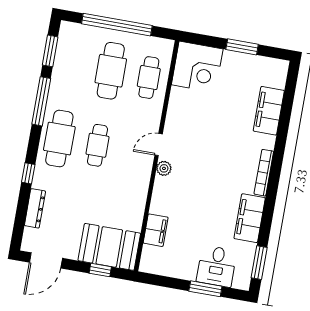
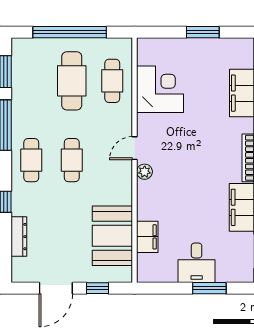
corner desk: (197, 67) -> (160, 89), moved, turned -90
cafe table: (59, 139) -> (31, 160), width x0.73, depth x0.74
booth: (109, 247) -> (112, 236), moved, turned 90
door: (46, 260) -> (56, 288), moved
desk: (217, 266) -> (197, 263), moved

